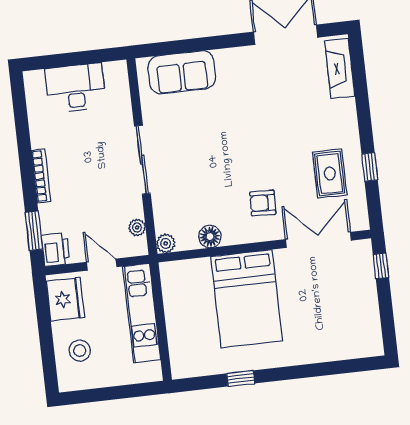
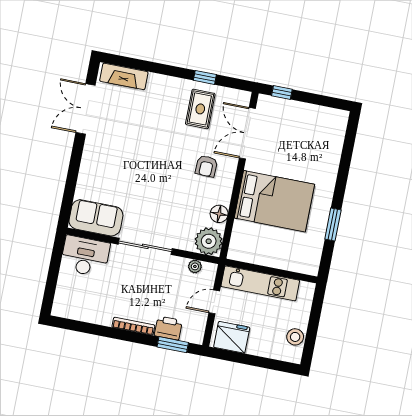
sofa: (182, 72) -> (96, 218), moved, turned -90
desk: (75, 88) -> (85, 256), moved, turned 90
rug: (330, 174) -> (200, 109), turned 90
plant: (166, 243) -> (209, 241), width x1.87, depth x1.87
printer: (56, 250) -> (168, 328), moved
stool: (80, 351) -> (295, 337), moved
window: (241, 378) -> (333, 224), width x1.50

